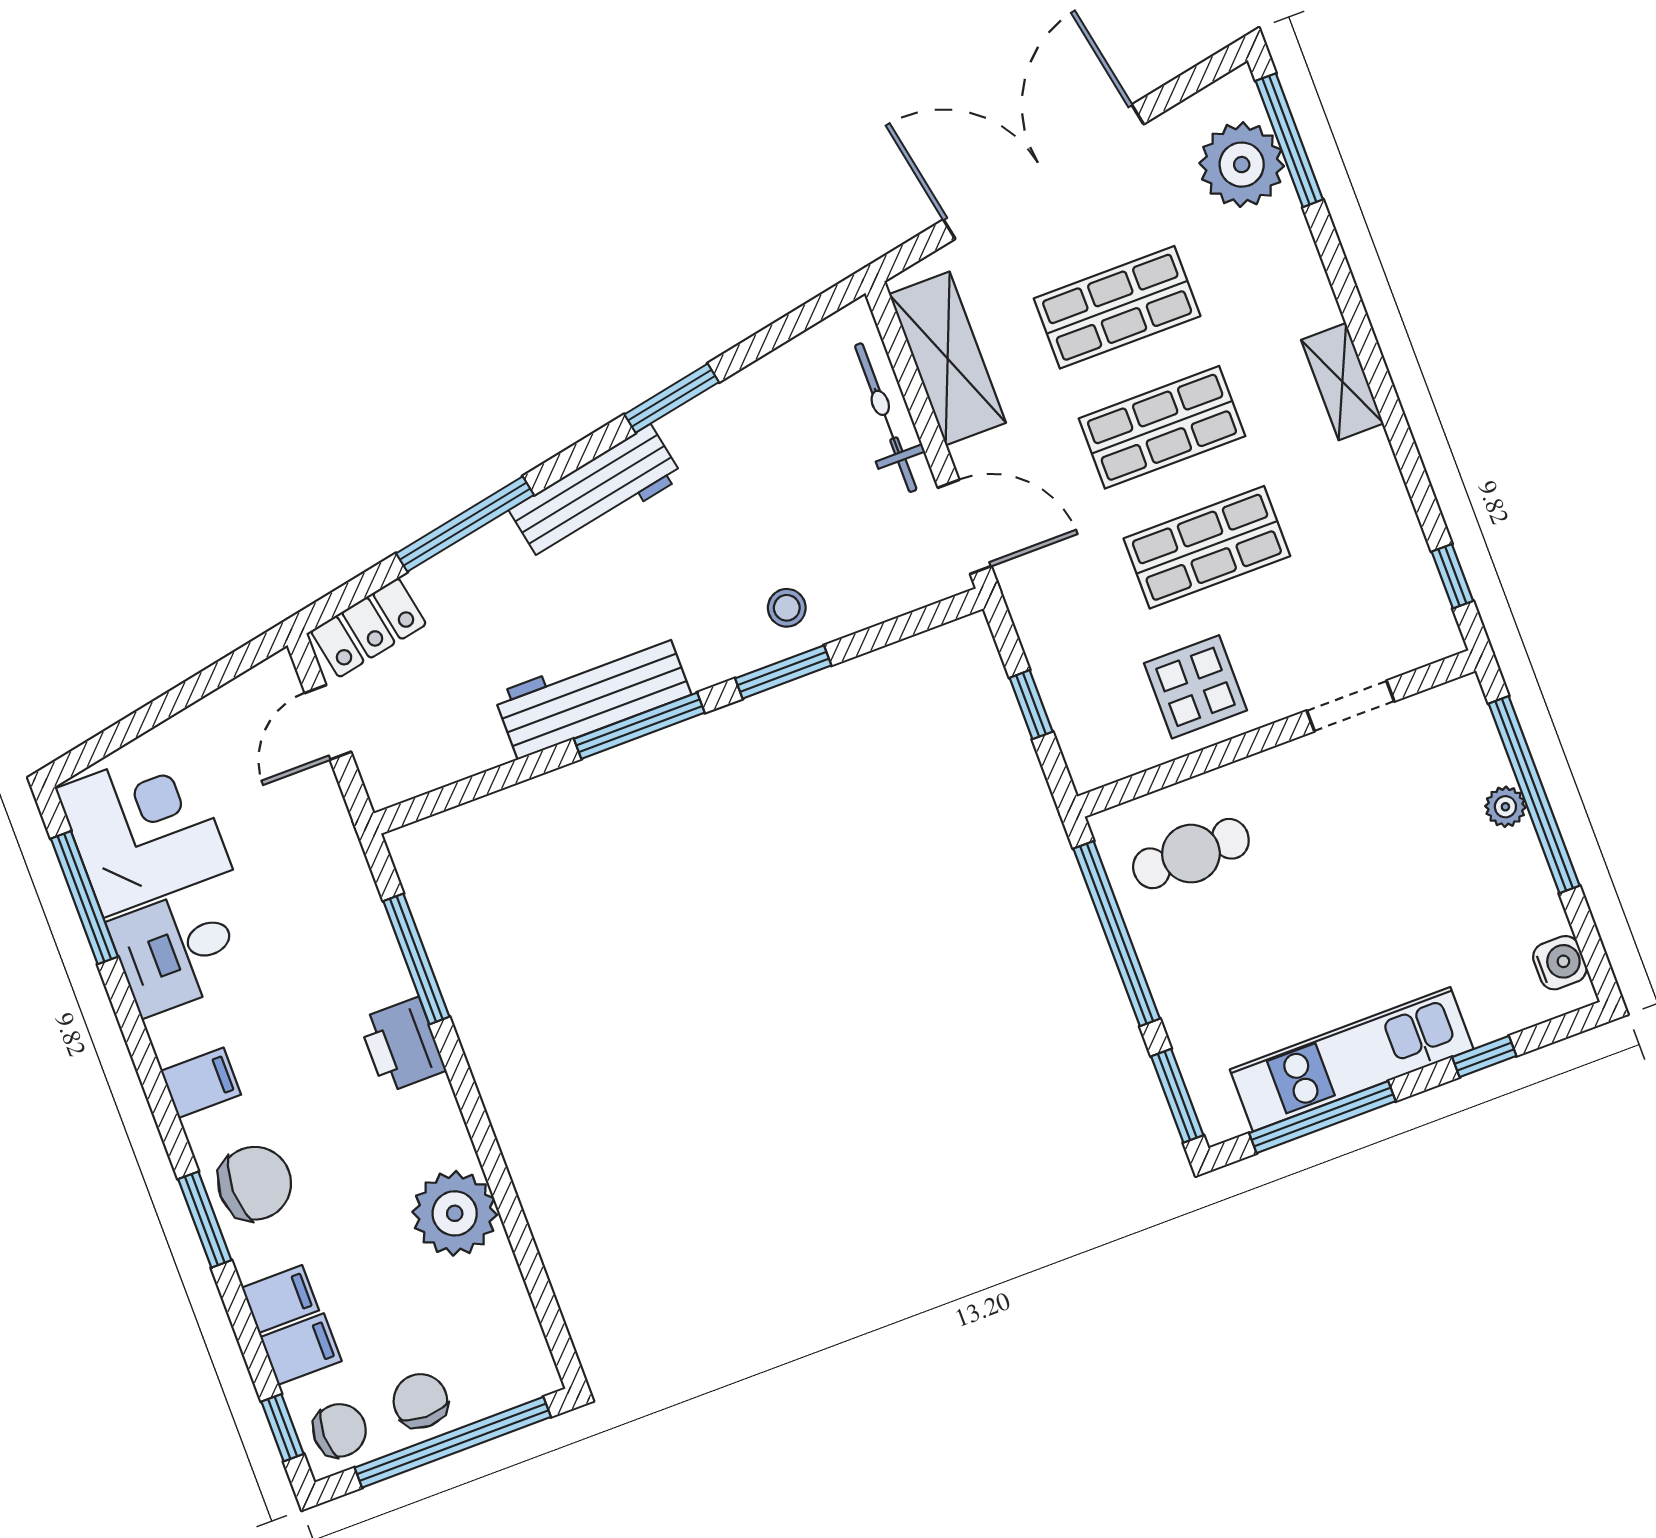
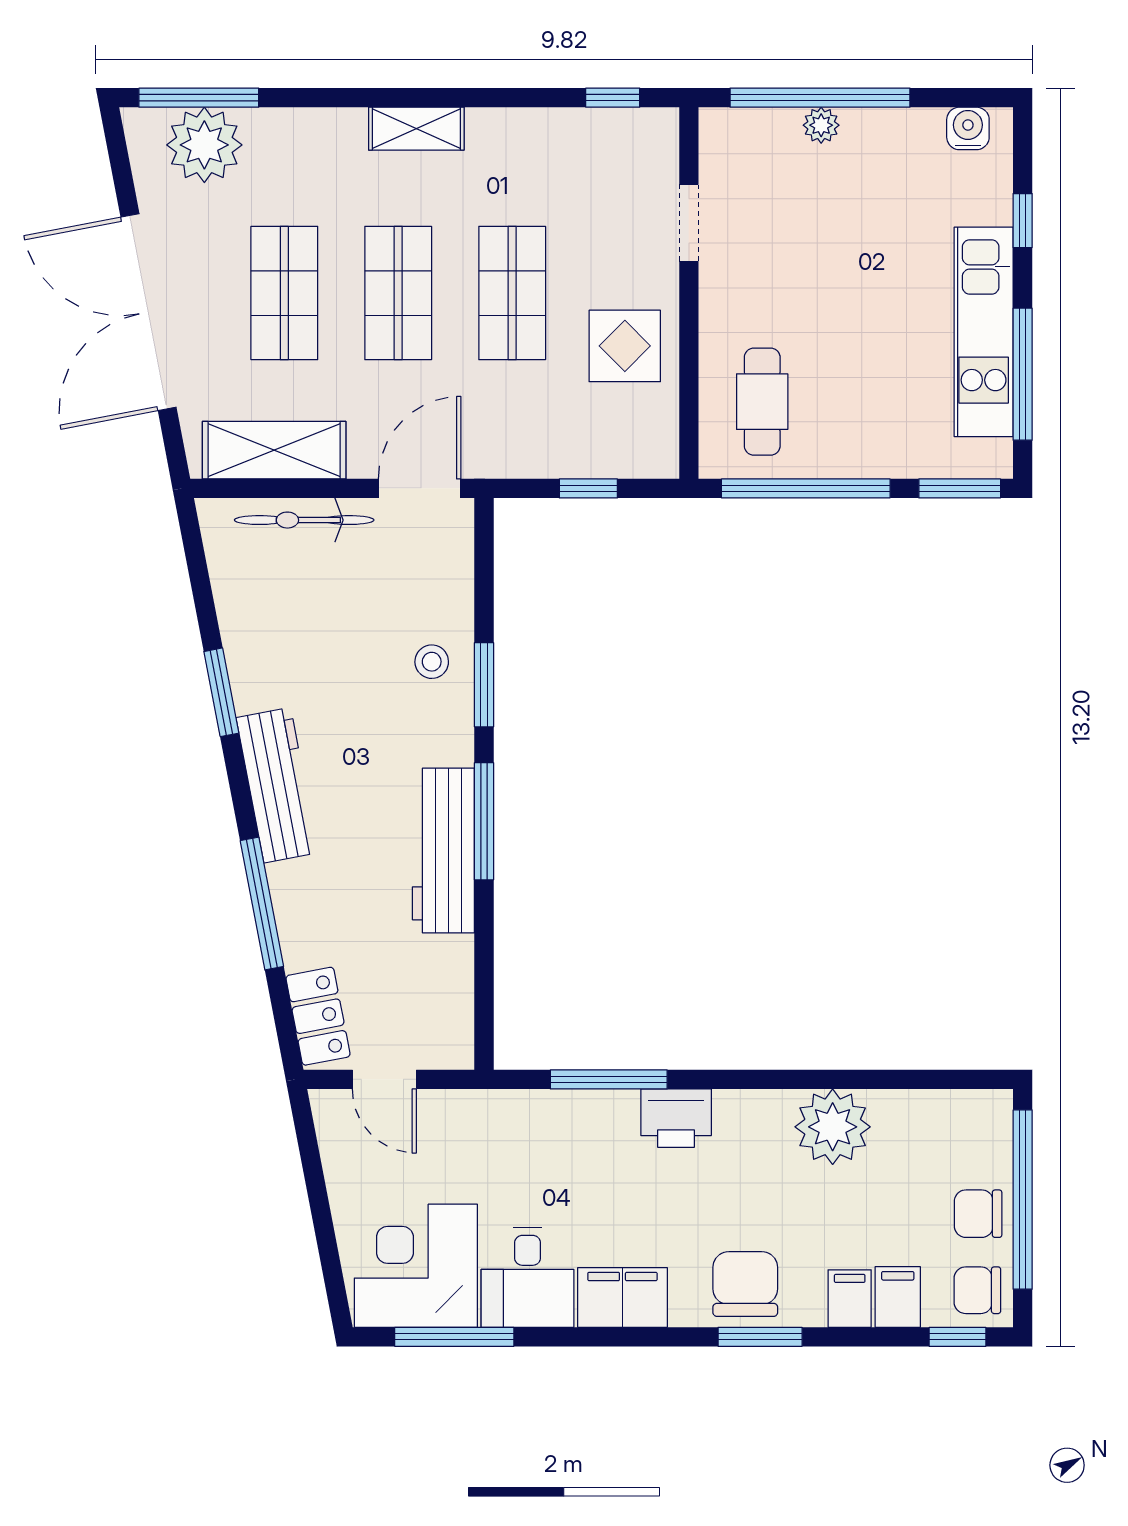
filing cabinet: (201, 1083) -> (622, 1297), width x2.00
chair: (339, 1430) -> (977, 1290), turned -90

